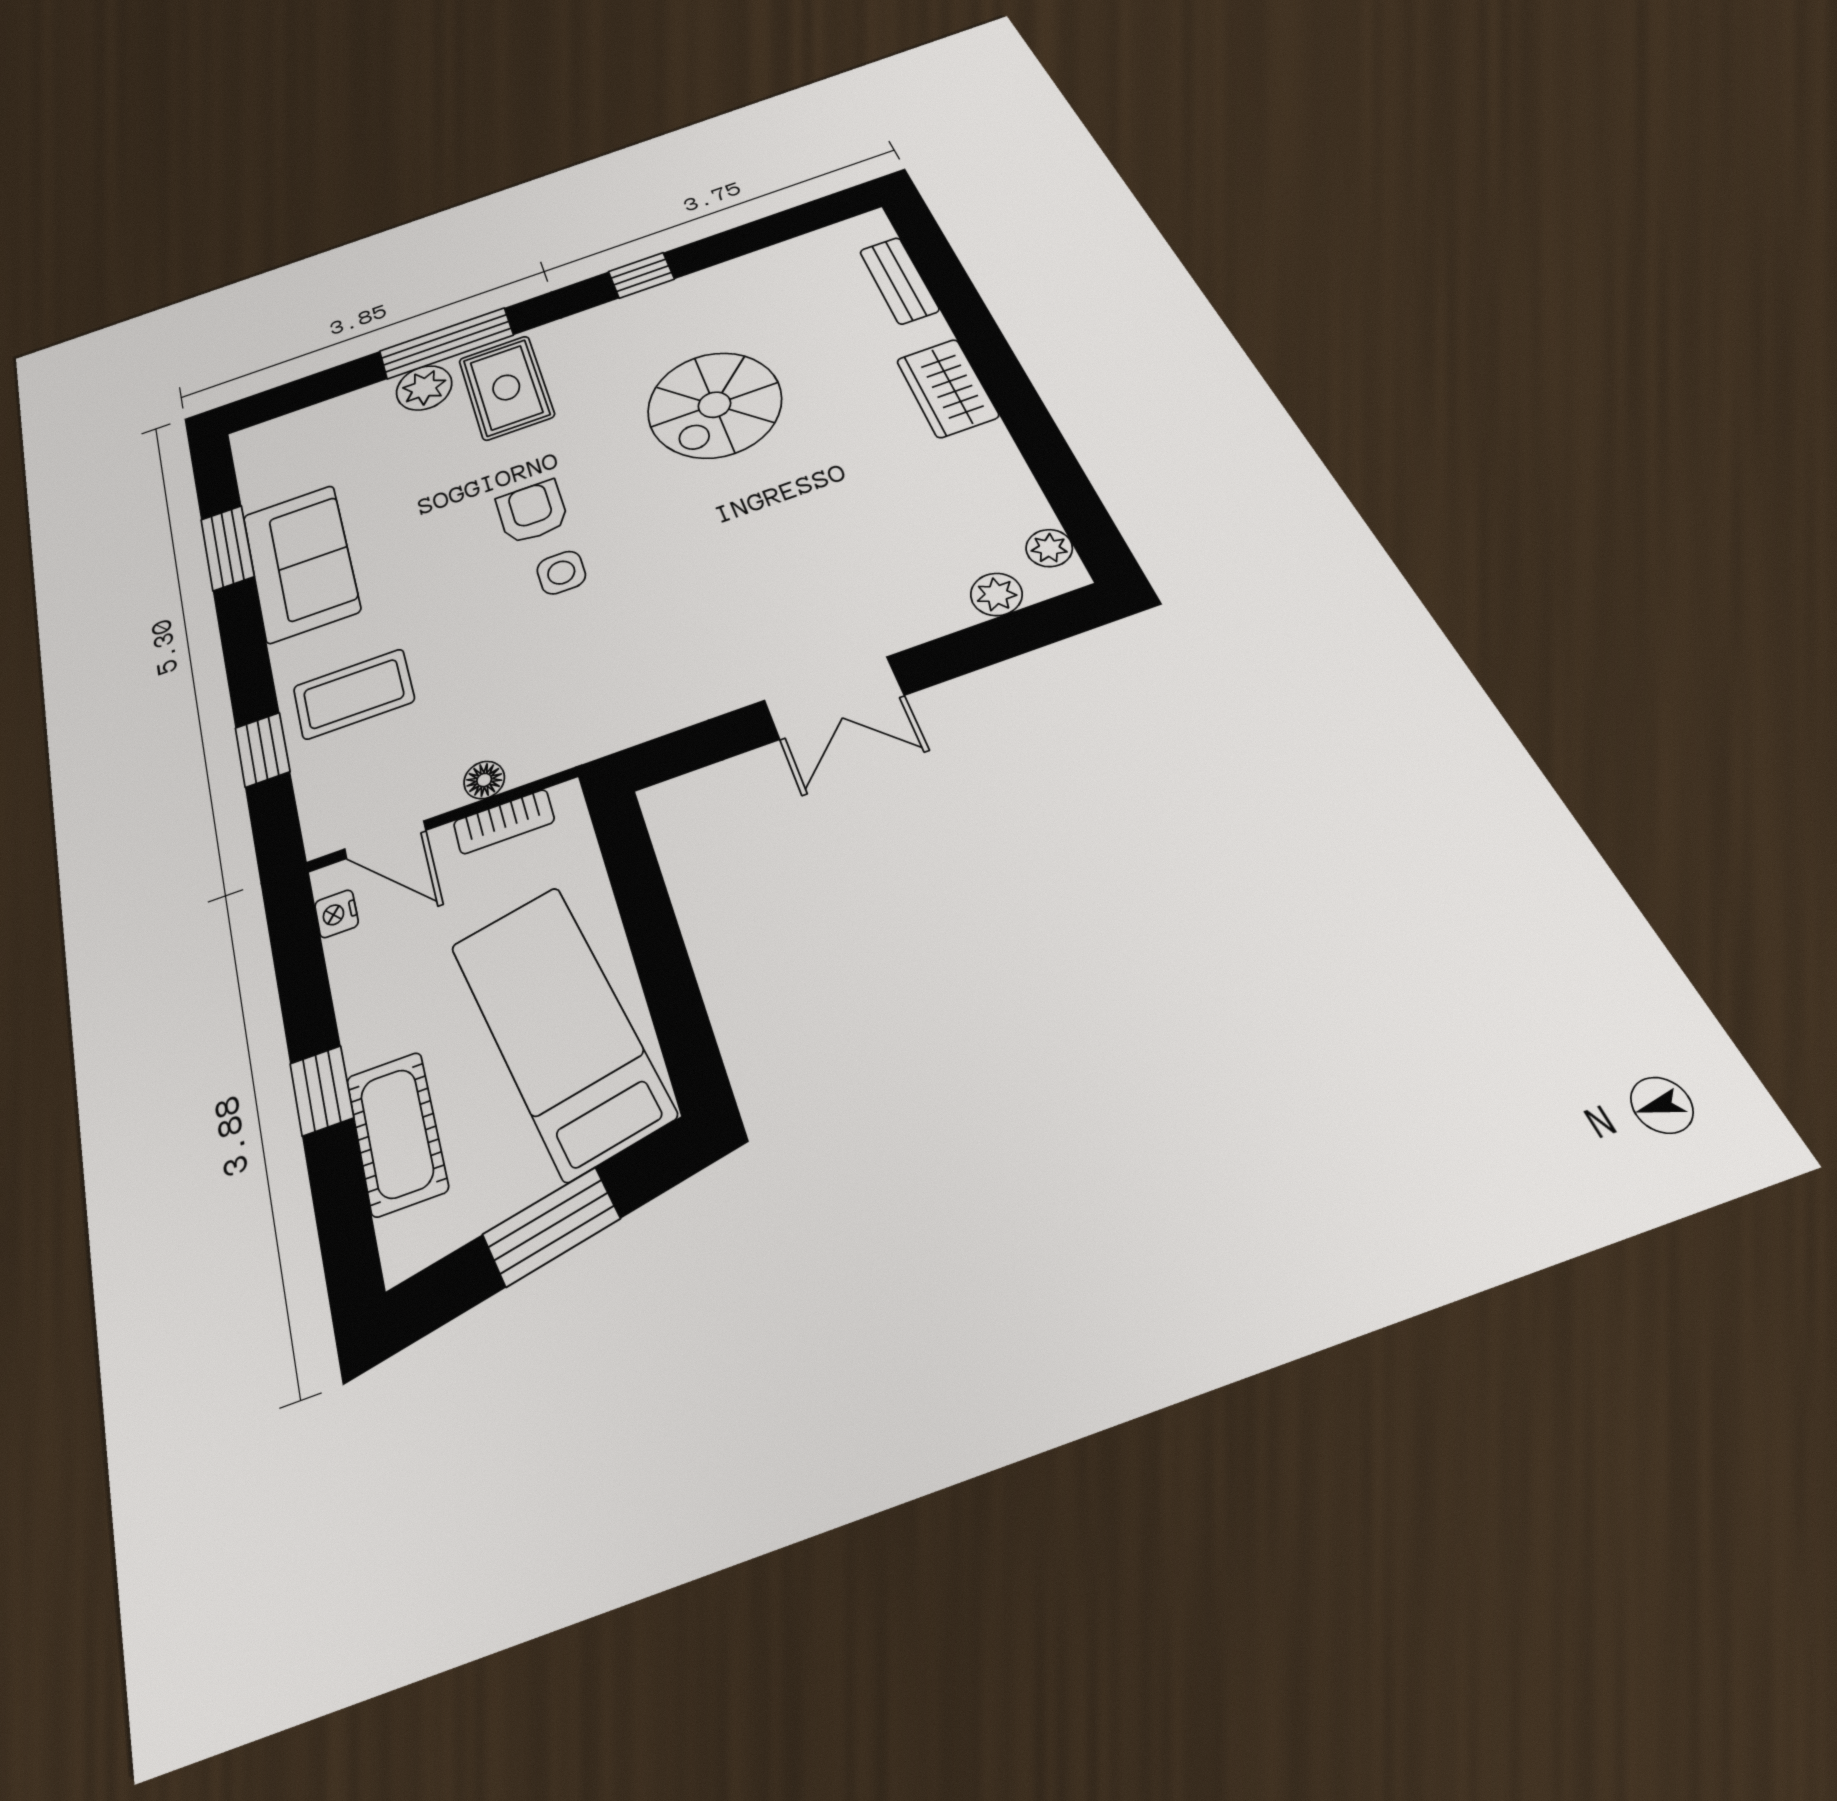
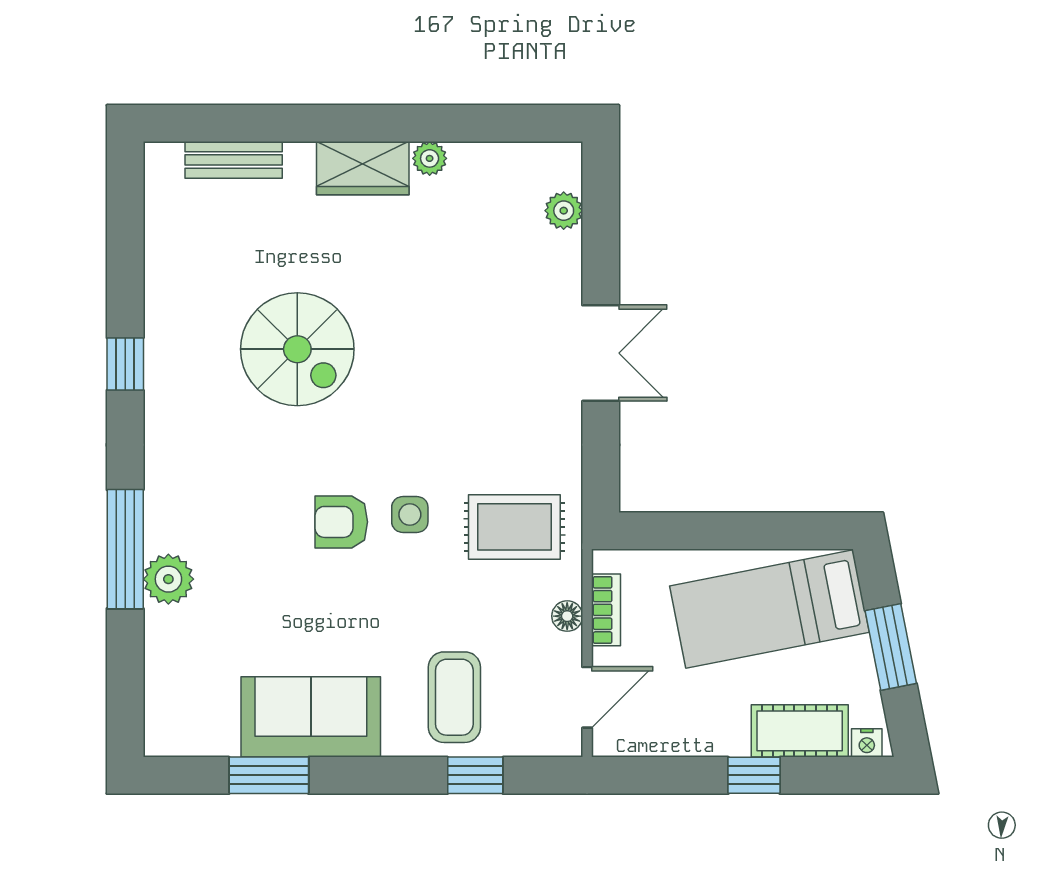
rug: (506, 387) -> (514, 527), moved
plant: (1049, 548) -> (430, 158), moved
nightstand: (336, 914) -> (867, 743), moved

